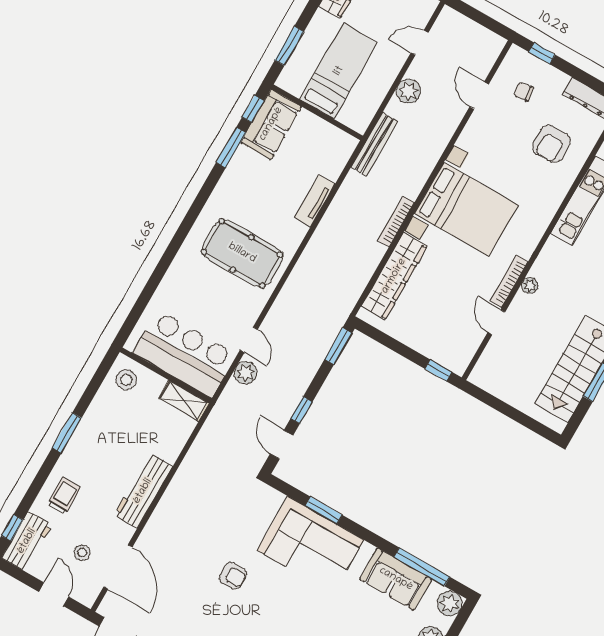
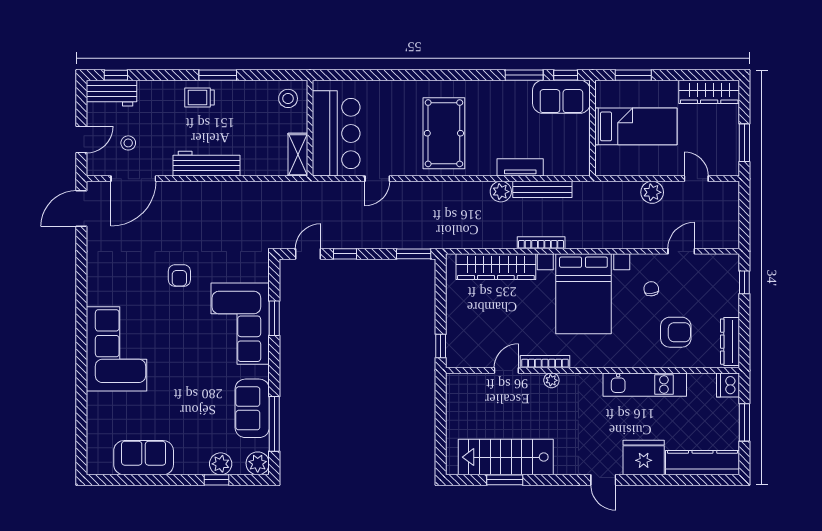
chair: (524, 92) -> (651, 289), moved
bench: (374, 144) -> (542, 189), moved
armchair: (552, 144) -> (676, 332), turned 180
plant: (246, 373) -> (501, 192), moved
trolley: (64, 496) -> (200, 97), moved, turned 180

